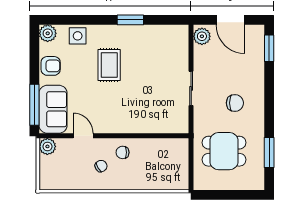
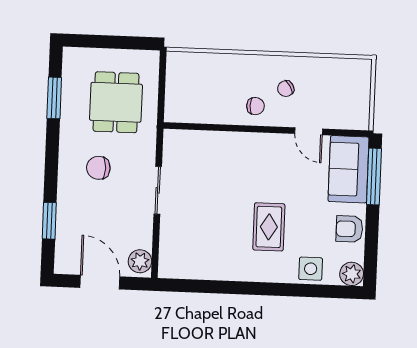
window: (130, 20) -> (237, 288), removed
window: (269, 48) -> (49, 221), moved
plant: (47, 146) -> (358, 118), removed
dining table: (224, 151) -> (116, 102), turned 90

